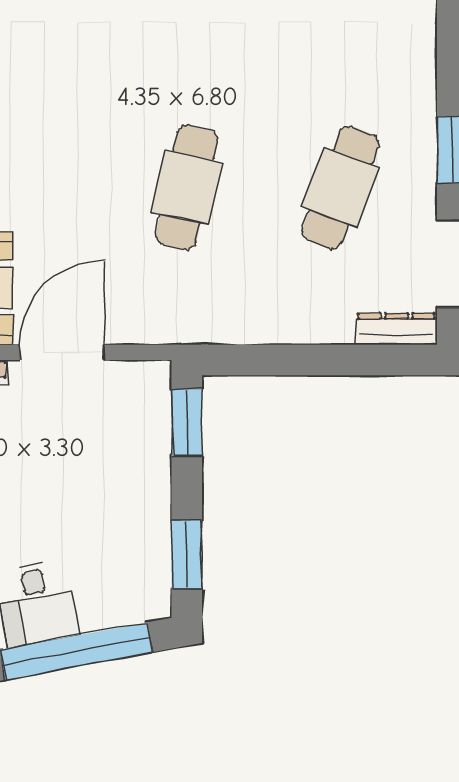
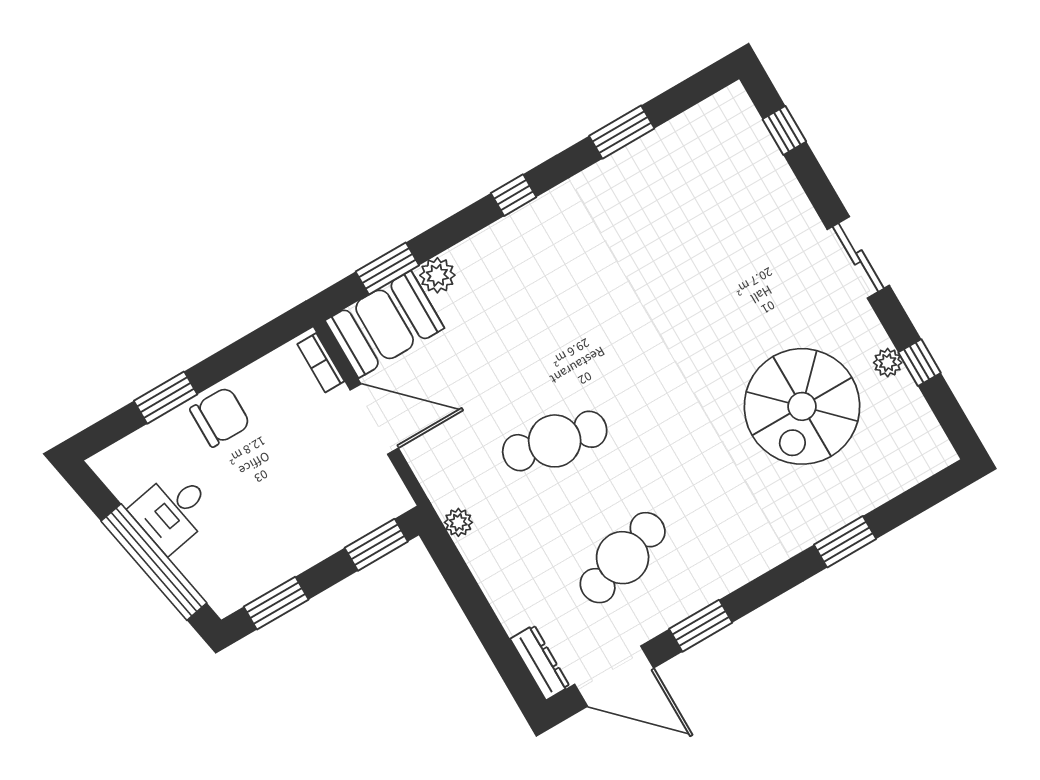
cafe table: (340, 187) -> (623, 558), turned -39
plant: (212, 329) -> (458, 522), added

